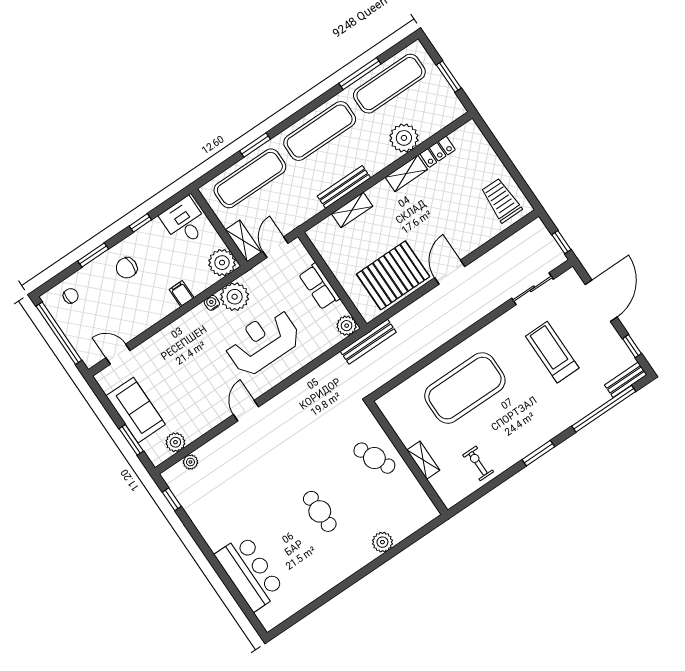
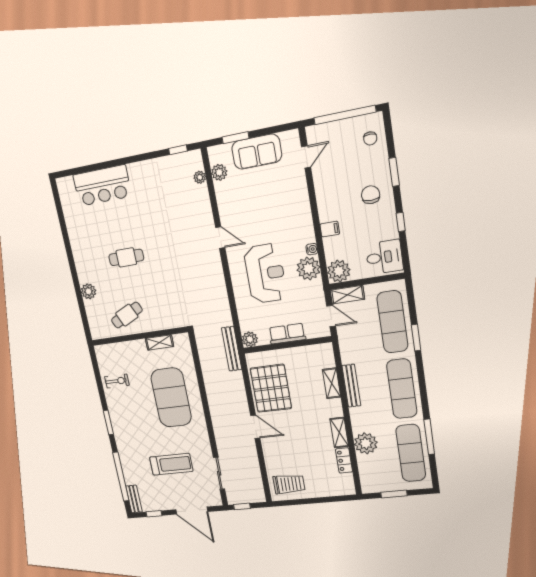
cafe table: (374, 458) -> (127, 315), moved
shelving: (423, 460) -> (159, 342), moved

